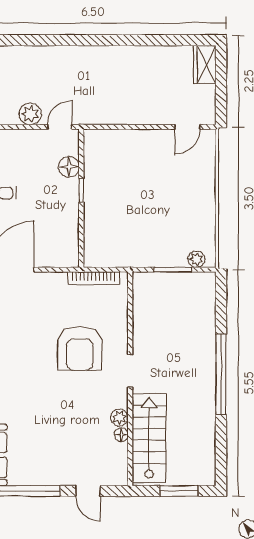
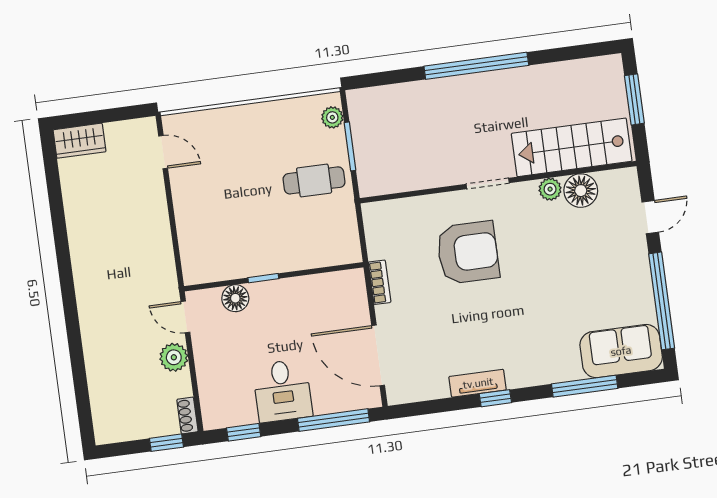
cafe table: (150, 239) -> (314, 180), added
bookcase: (93, 278) -> (380, 282), moved, width x0.64
floor lamp: (121, 435) -> (581, 191), width x1.89, depth x1.89

